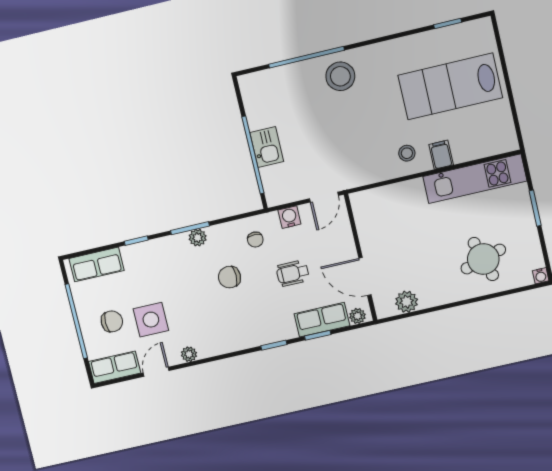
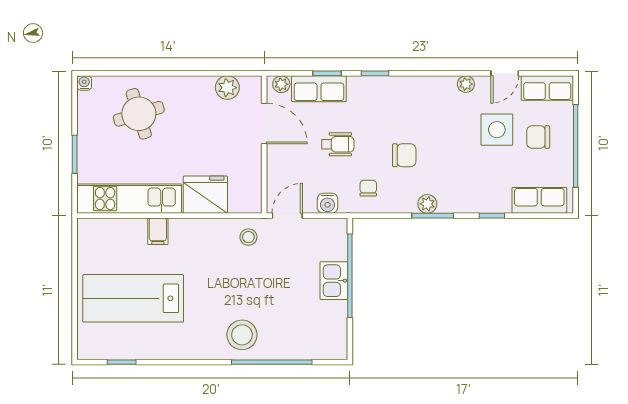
lab bench: (450, 86) -> (133, 298), turned 180
stool: (407, 153) -> (248, 237), moved
fridge: (404, 199) -> (205, 195), added

